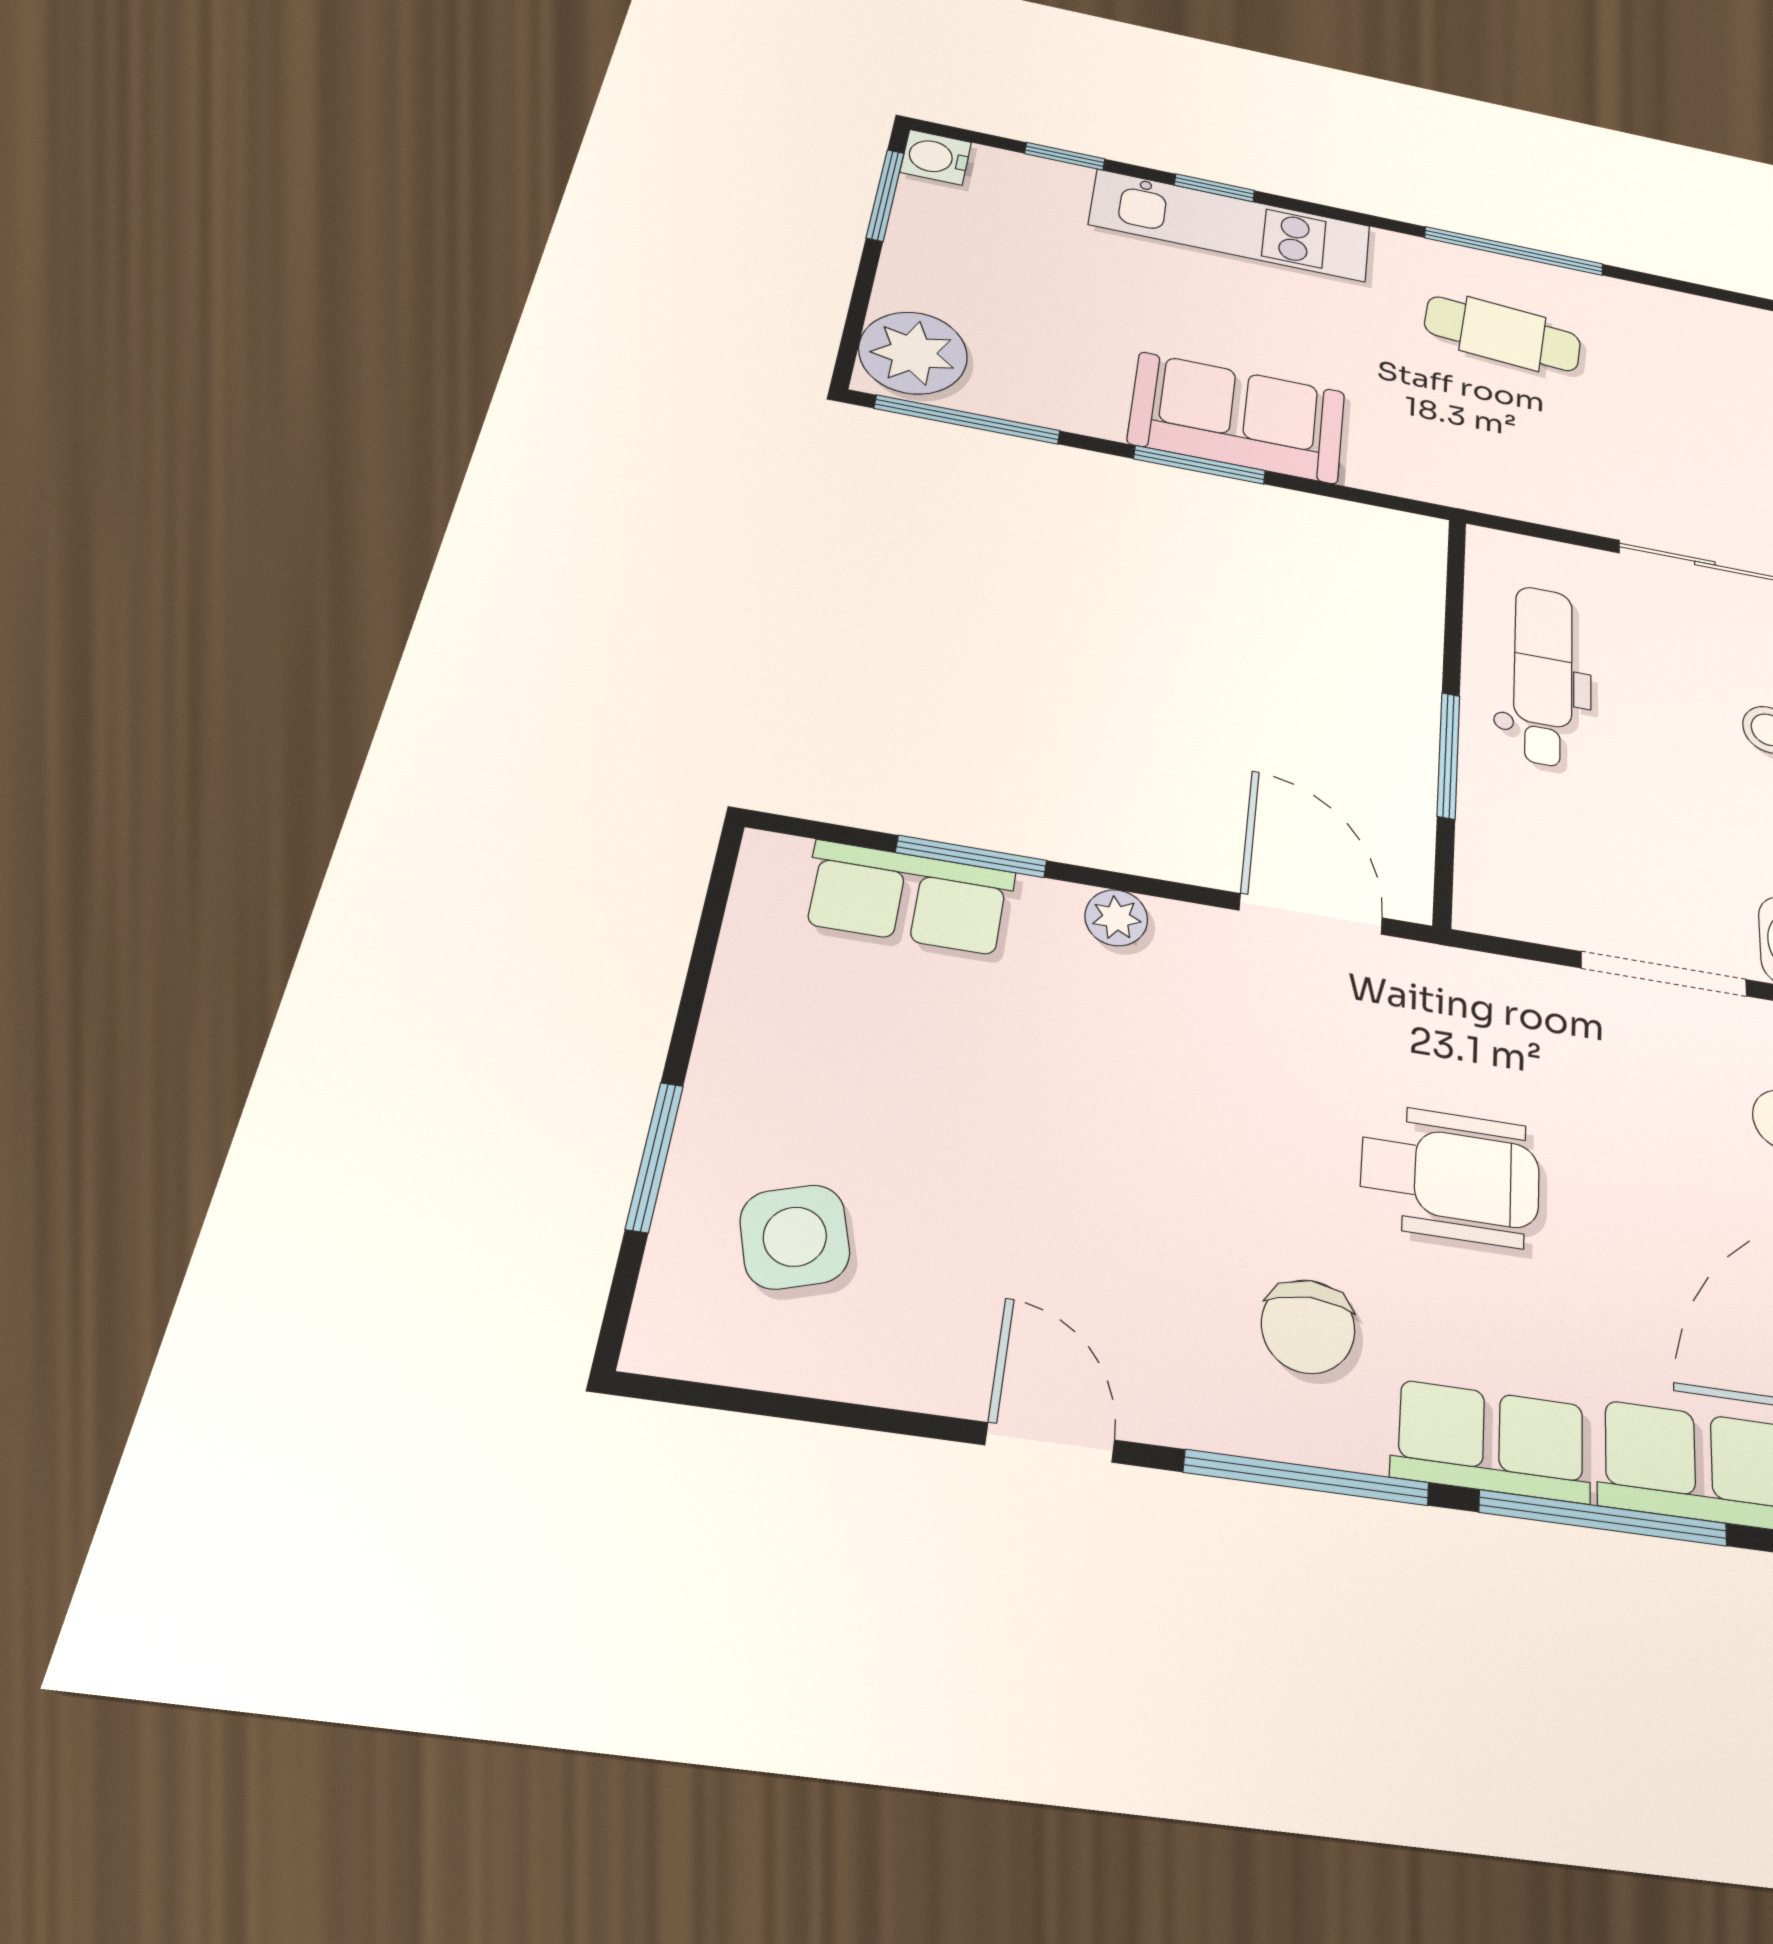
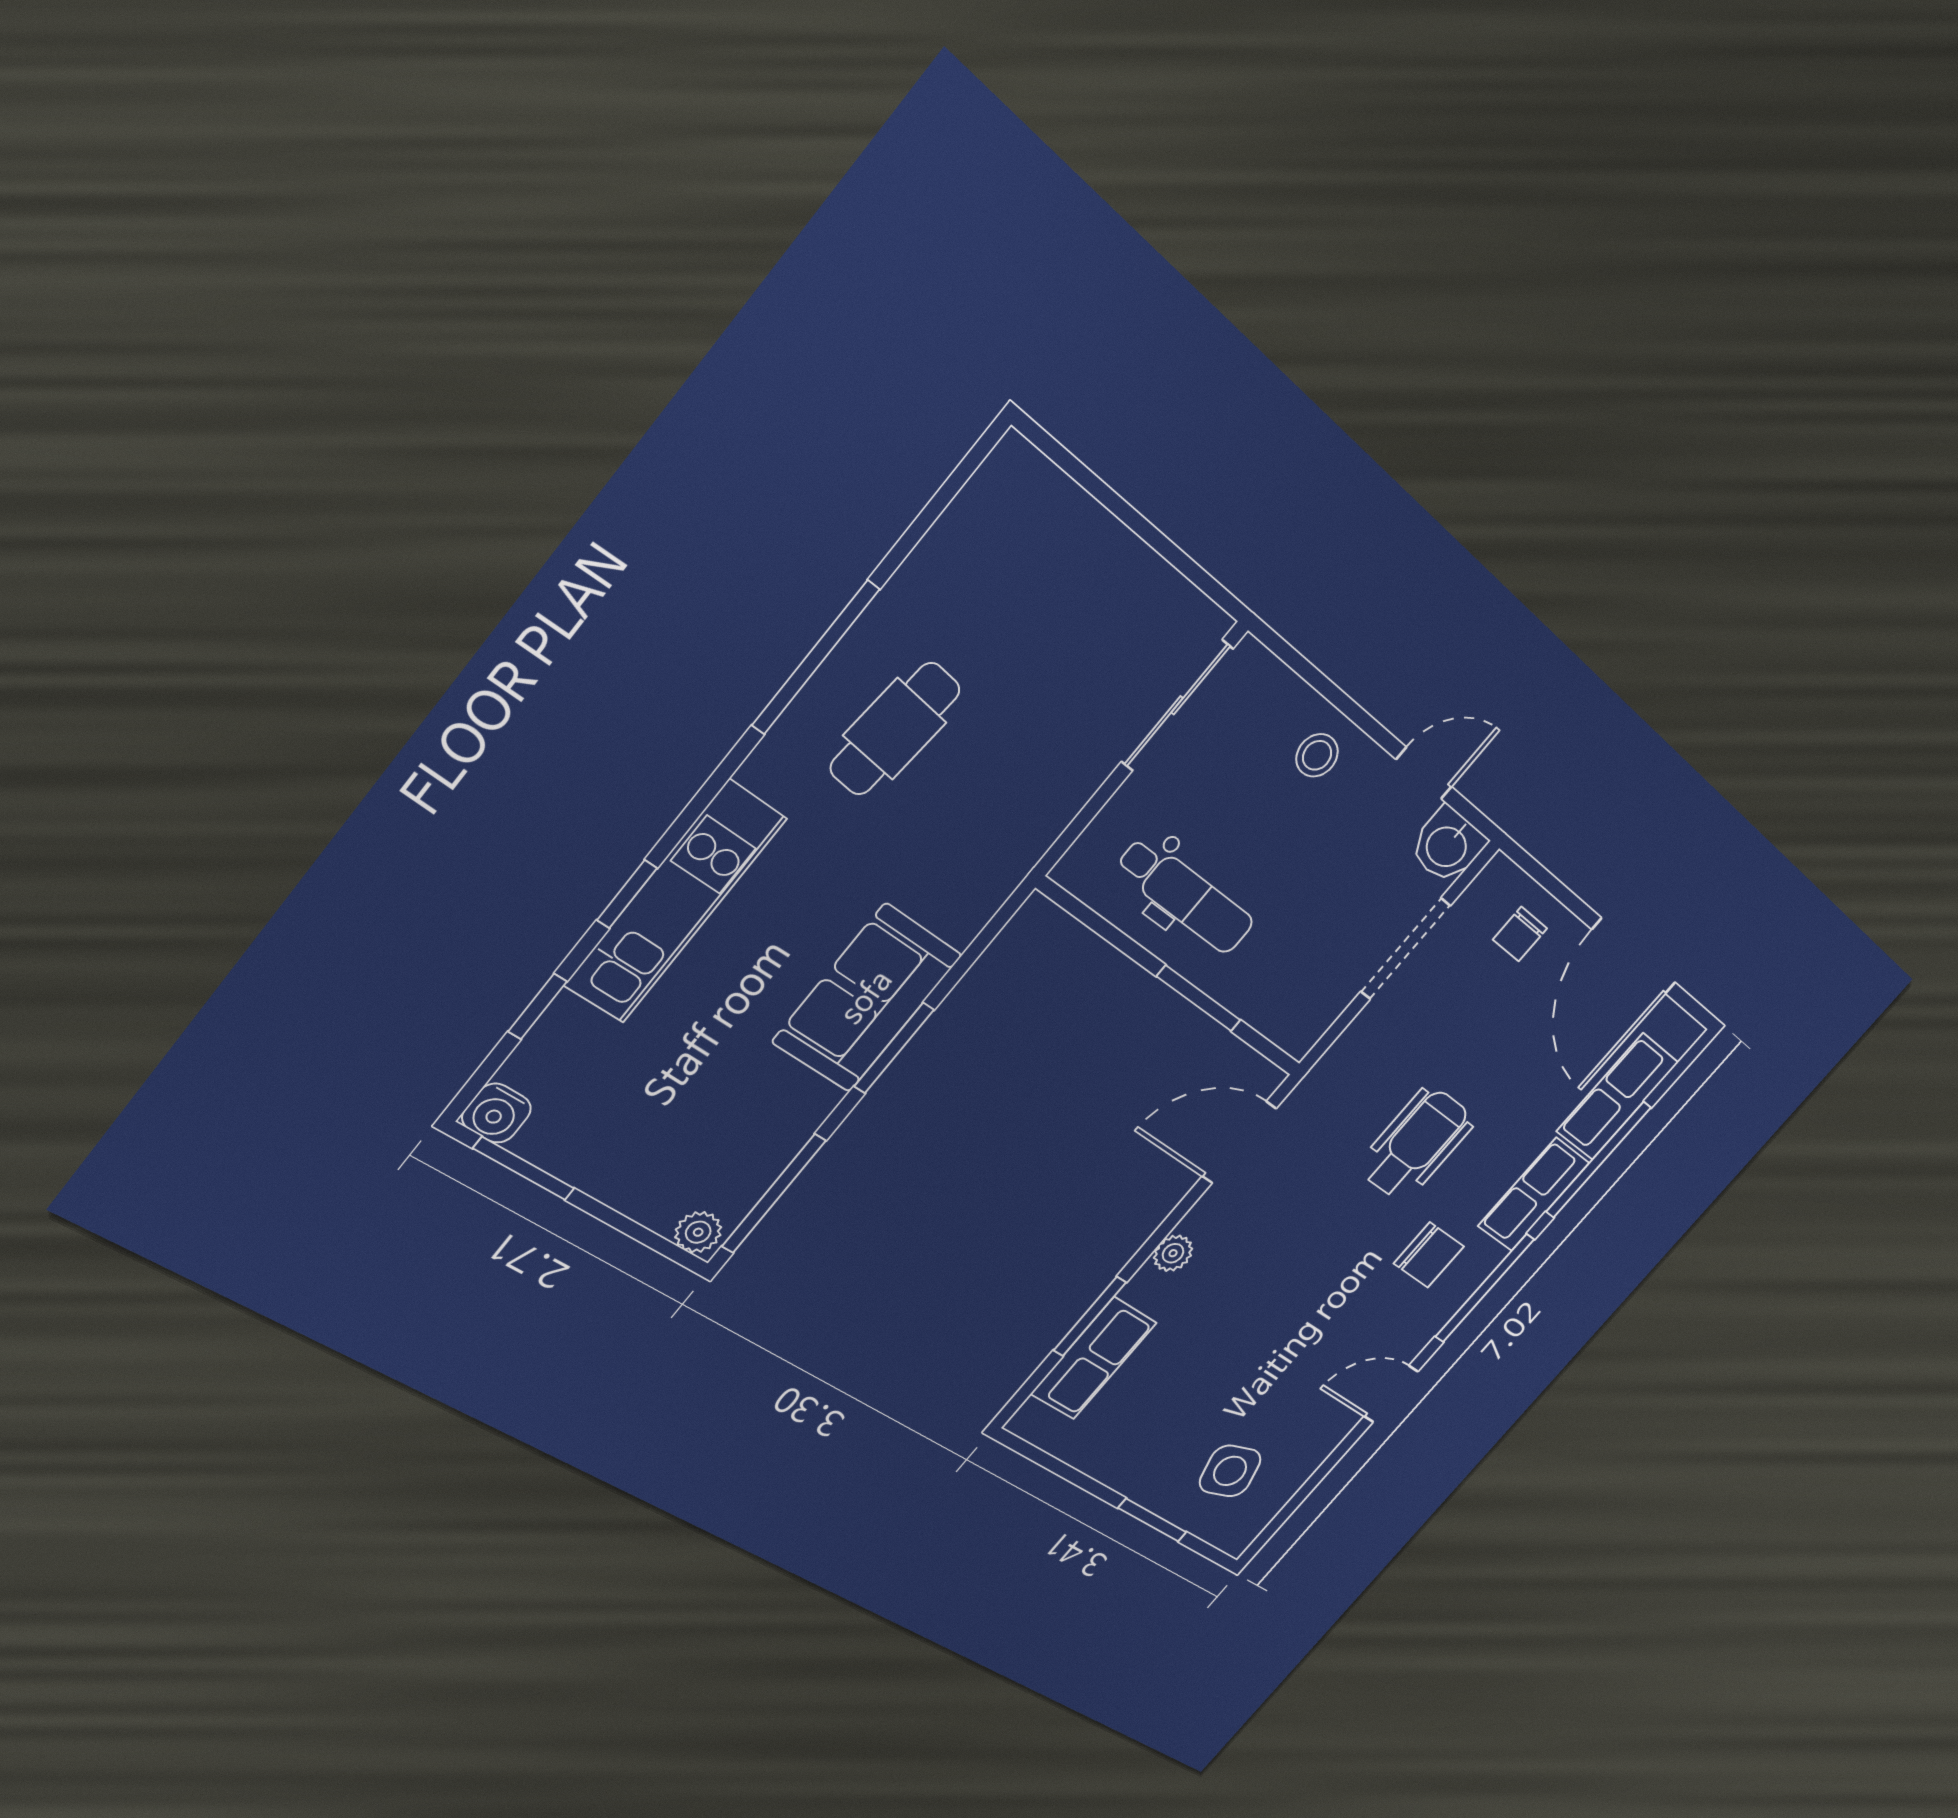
plant: (913, 353) -> (698, 1232), width x0.53, depth x0.53
dental chair: (1543, 675) -> (1185, 896), turned 180

